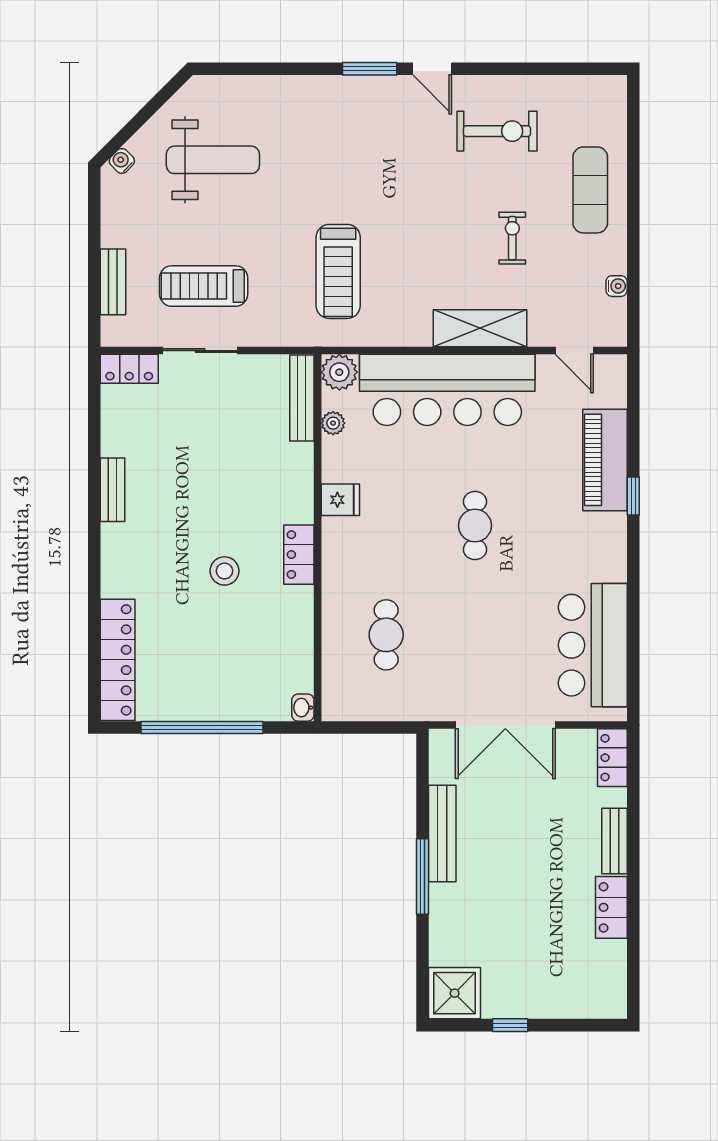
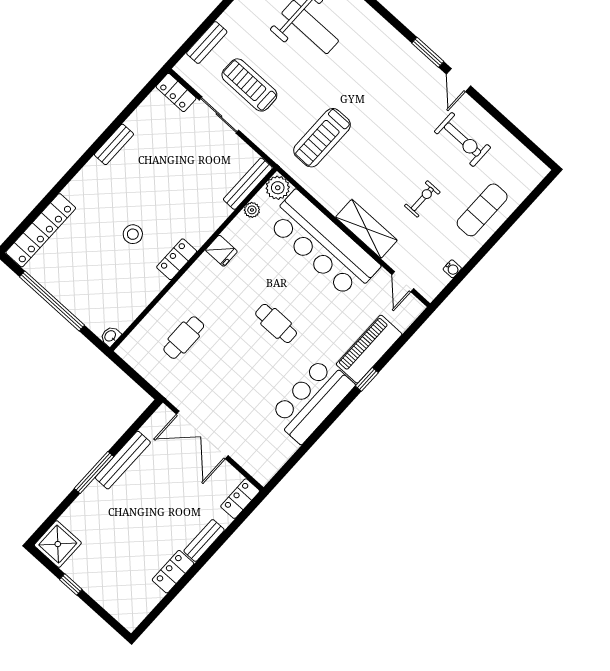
cafe table: (475, 526) -> (276, 323), turned 90
bar counter: (593, 645) -> (312, 400), moved

